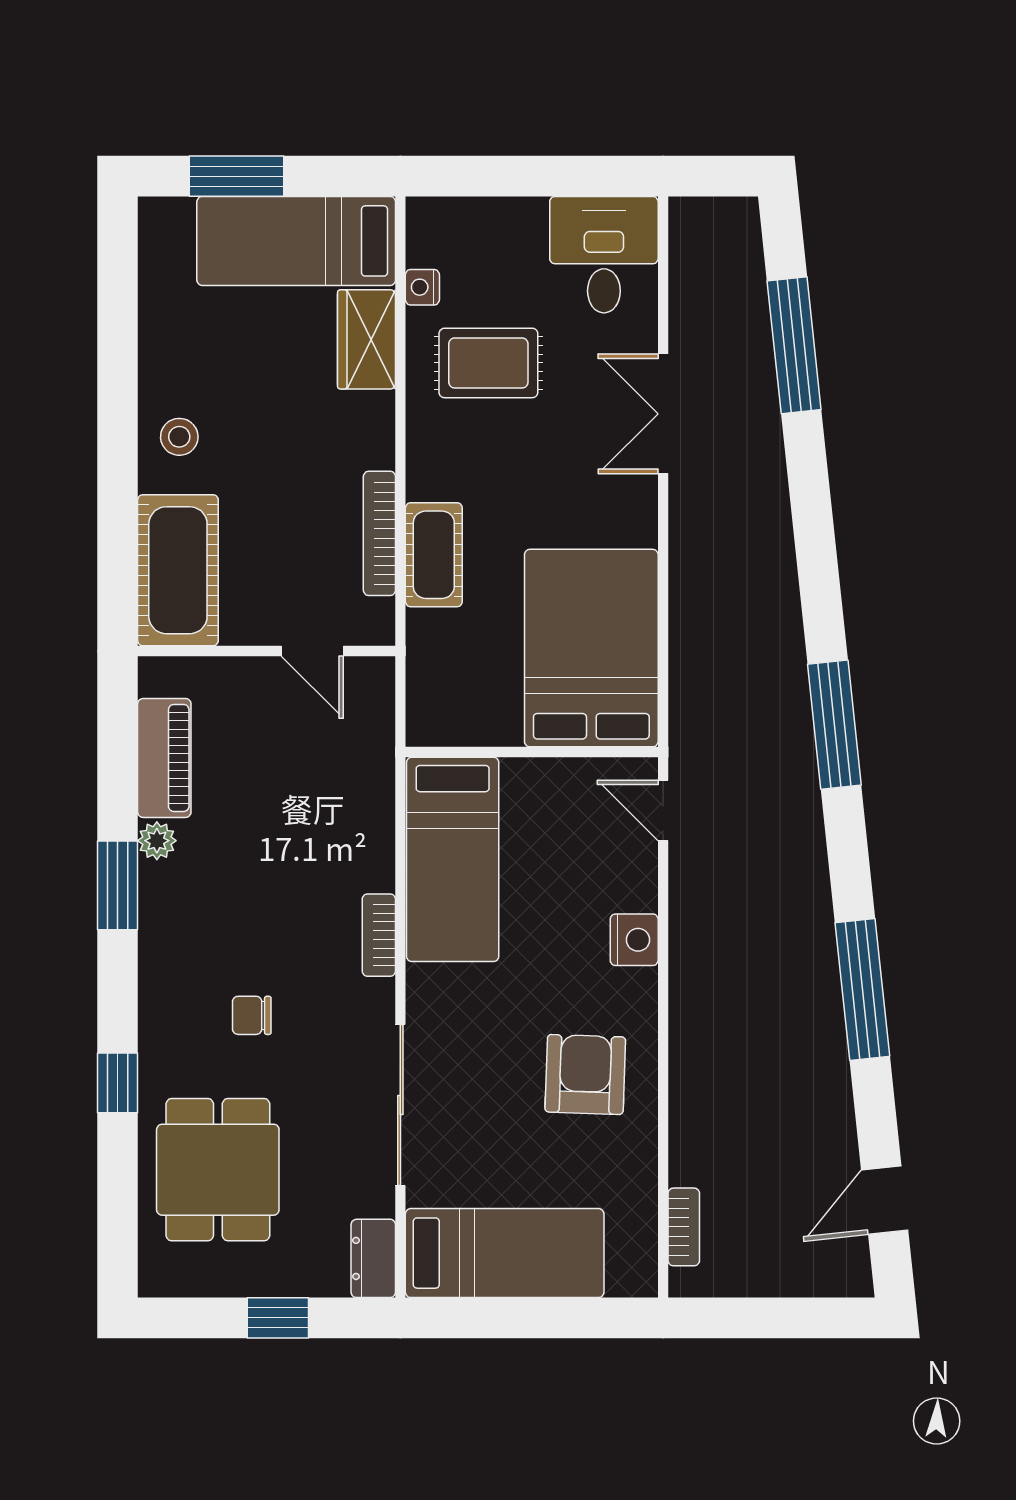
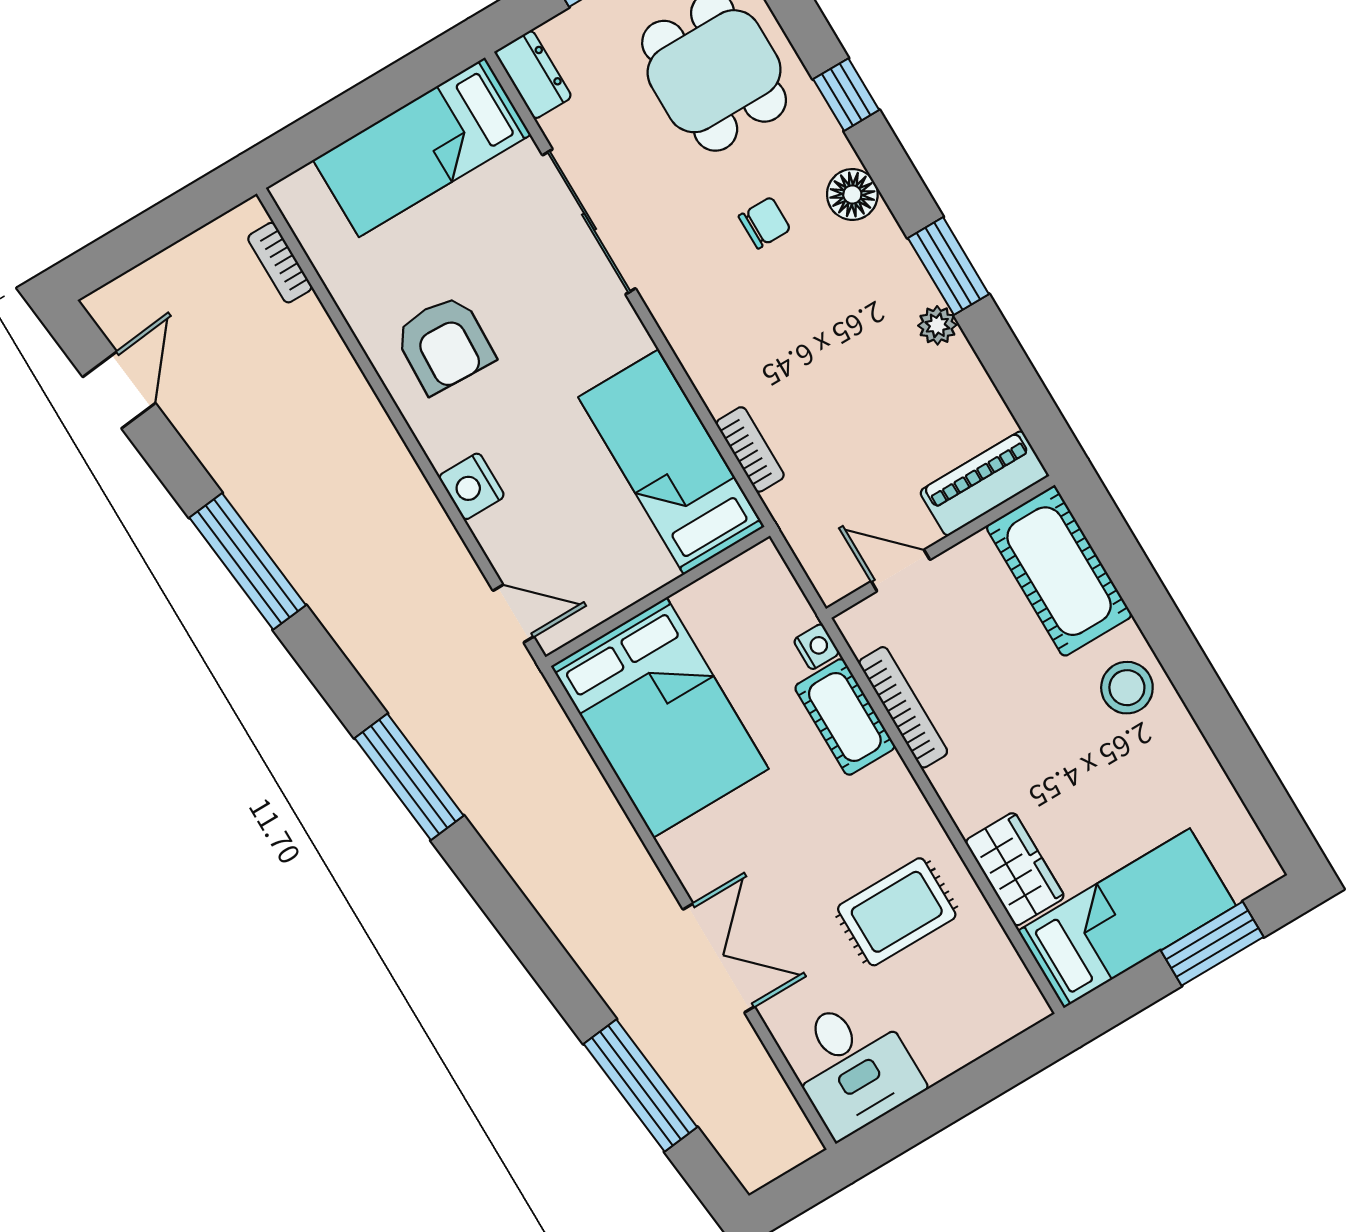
nightstand: (422, 287) -> (816, 647), moved
stool: (179, 437) -> (1127, 688), width x1.37, depth x1.37
piano: (164, 758) -> (984, 483), moved, turned 90
bookcase: (379, 935) -> (750, 449), moved
floor lamp: (163, 995) -> (852, 194), added

